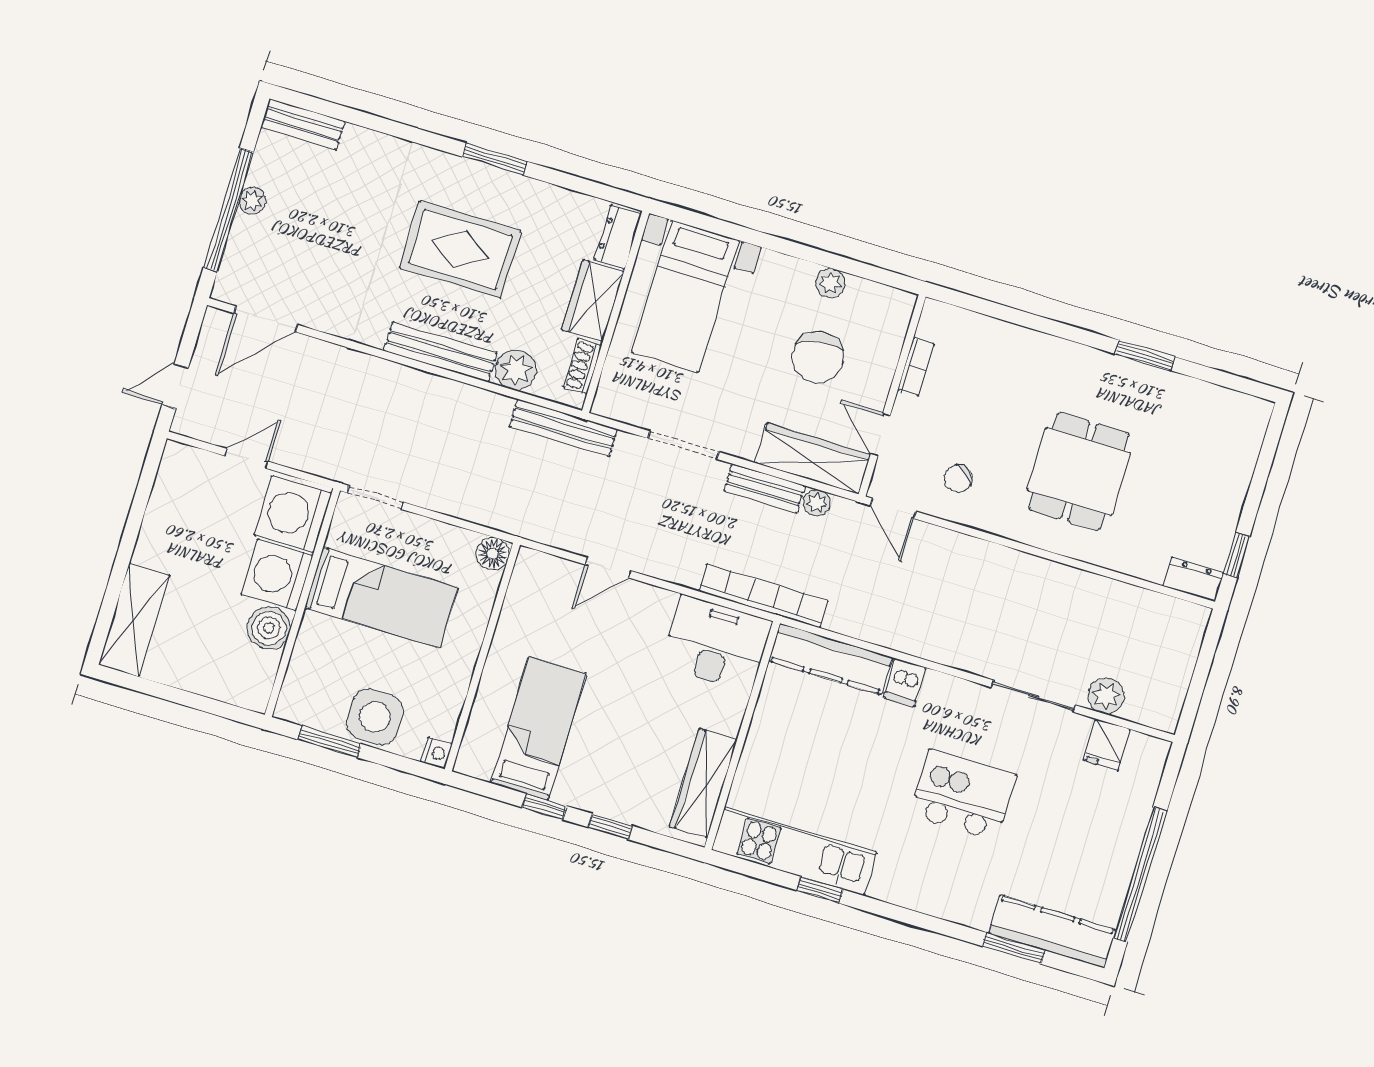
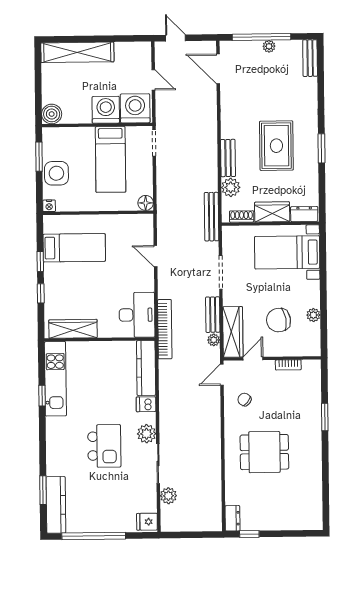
bench: (440, 352) -> (228, 158), width x0.73
window: (1145, 355) -> (325, 417), moved
shelving: (134, 620) -> (77, 52), width x1.47
boiler: (269, 628) -> (52, 114), moved
plant: (965, 700) -> (147, 434), added
fridge: (1107, 745) -> (147, 522), moved

